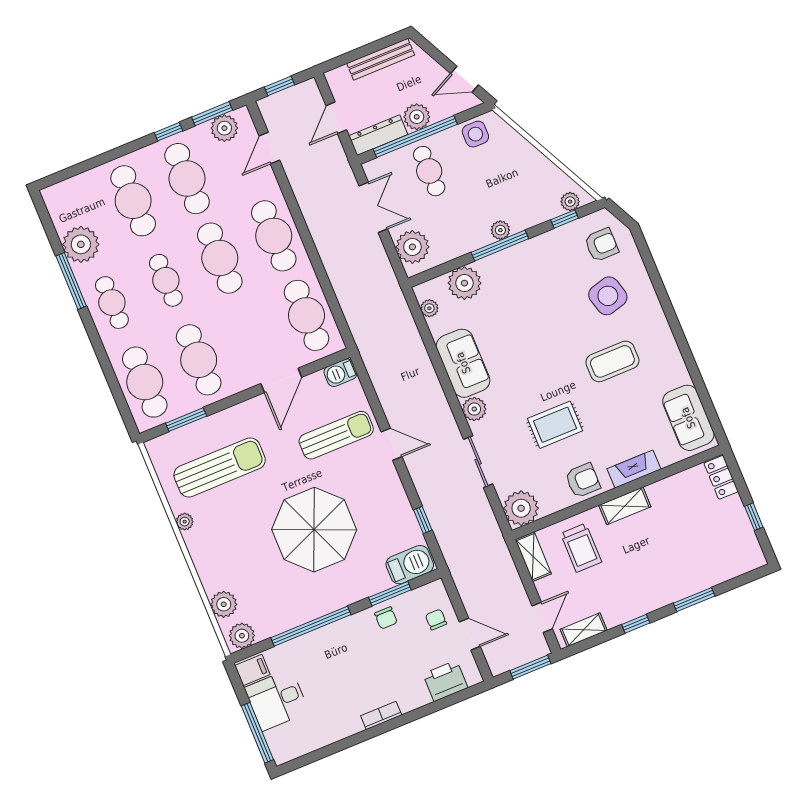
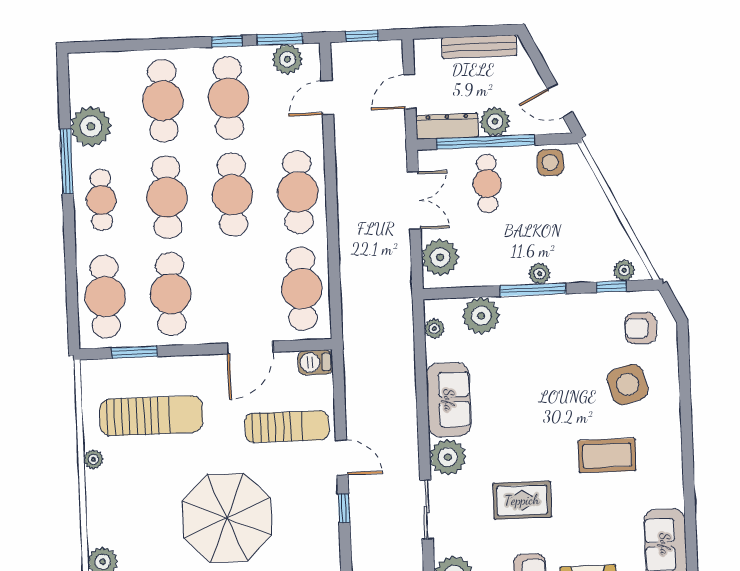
armchair: (601, 245) -> (641, 328), turned 180
cafe table: (166, 280) -> (167, 197), width x1.37, depth x1.35
plant: (474, 409) -> (448, 457), width x1.36, depth x1.36
window: (423, 520) -> (344, 508), moved

